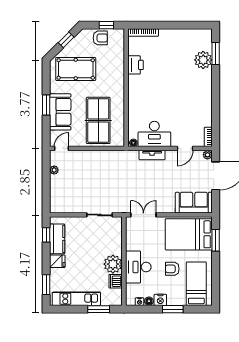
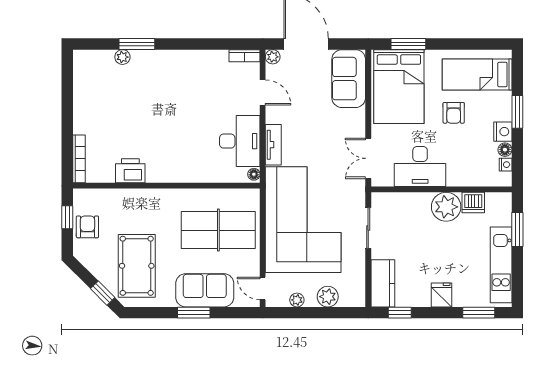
window: (66, 40) -> (103, 293), moved
window: (216, 54) -> (137, 44), moved
plant: (203, 60) -> (122, 57), width x0.53, depth x0.53
corner sofa: (105, 174) -> (303, 220), added
plant: (56, 189) -> (328, 297), added
kitchen counter: (57, 239) -> (383, 283), moved, turned 90
desk: (138, 267) -> (420, 167), moved

